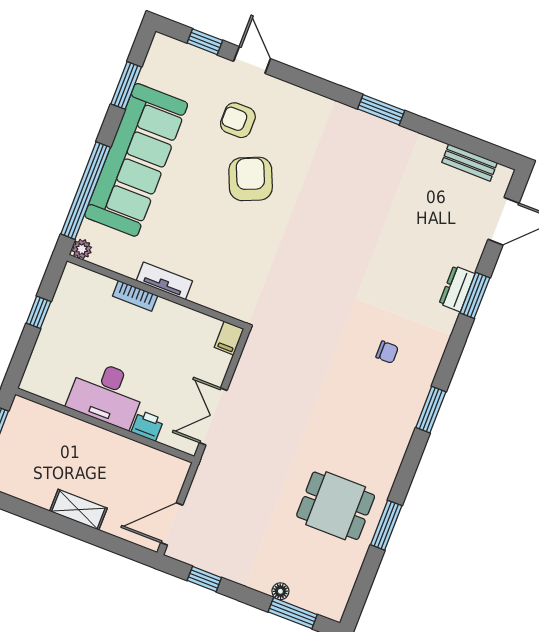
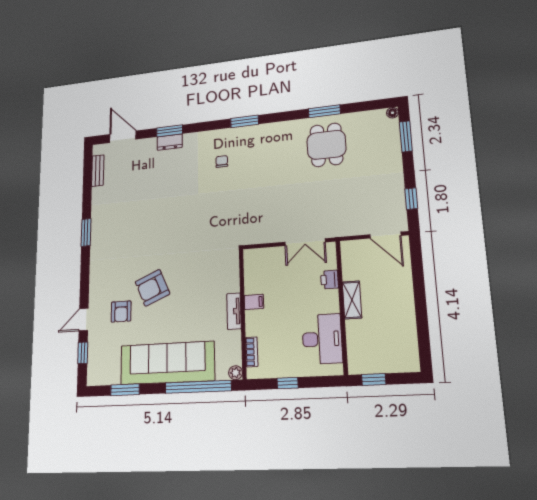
bookcase: (135, 296) -> (252, 352), moved
filing cabinet: (229, 338) -> (254, 302), moved
desk: (107, 394) -> (322, 339), moved
shelving: (78, 510) -> (352, 300), moved
floor lamp: (280, 591) -> (392, 113), moved

